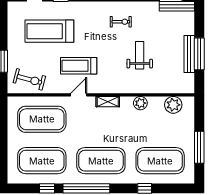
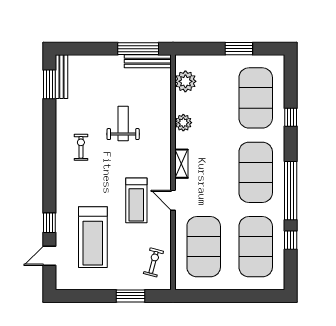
bench: (189, 54) -> (148, 61), moved
window: (199, 54) -> (138, 49), moved
weight bench: (140, 55) -> (123, 124), turned 90
exercise bike: (29, 79) -> (153, 262), width x0.73, depth x0.72
window: (199, 147) -> (239, 49), width x0.69

